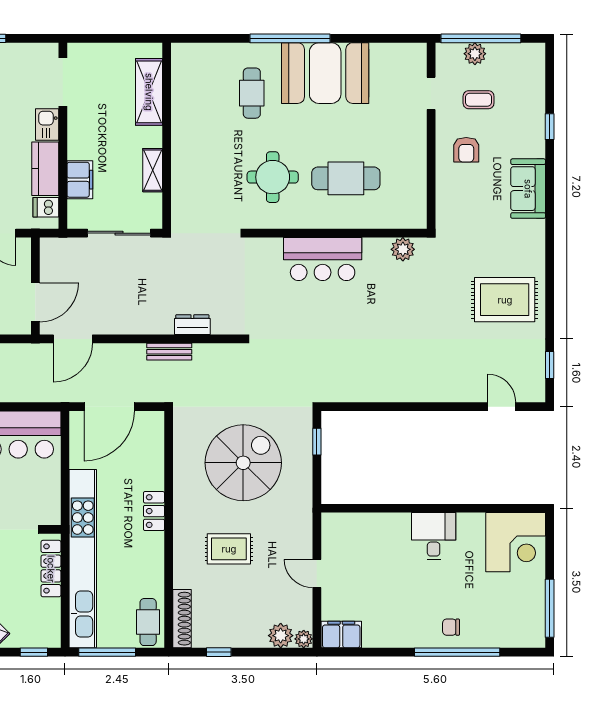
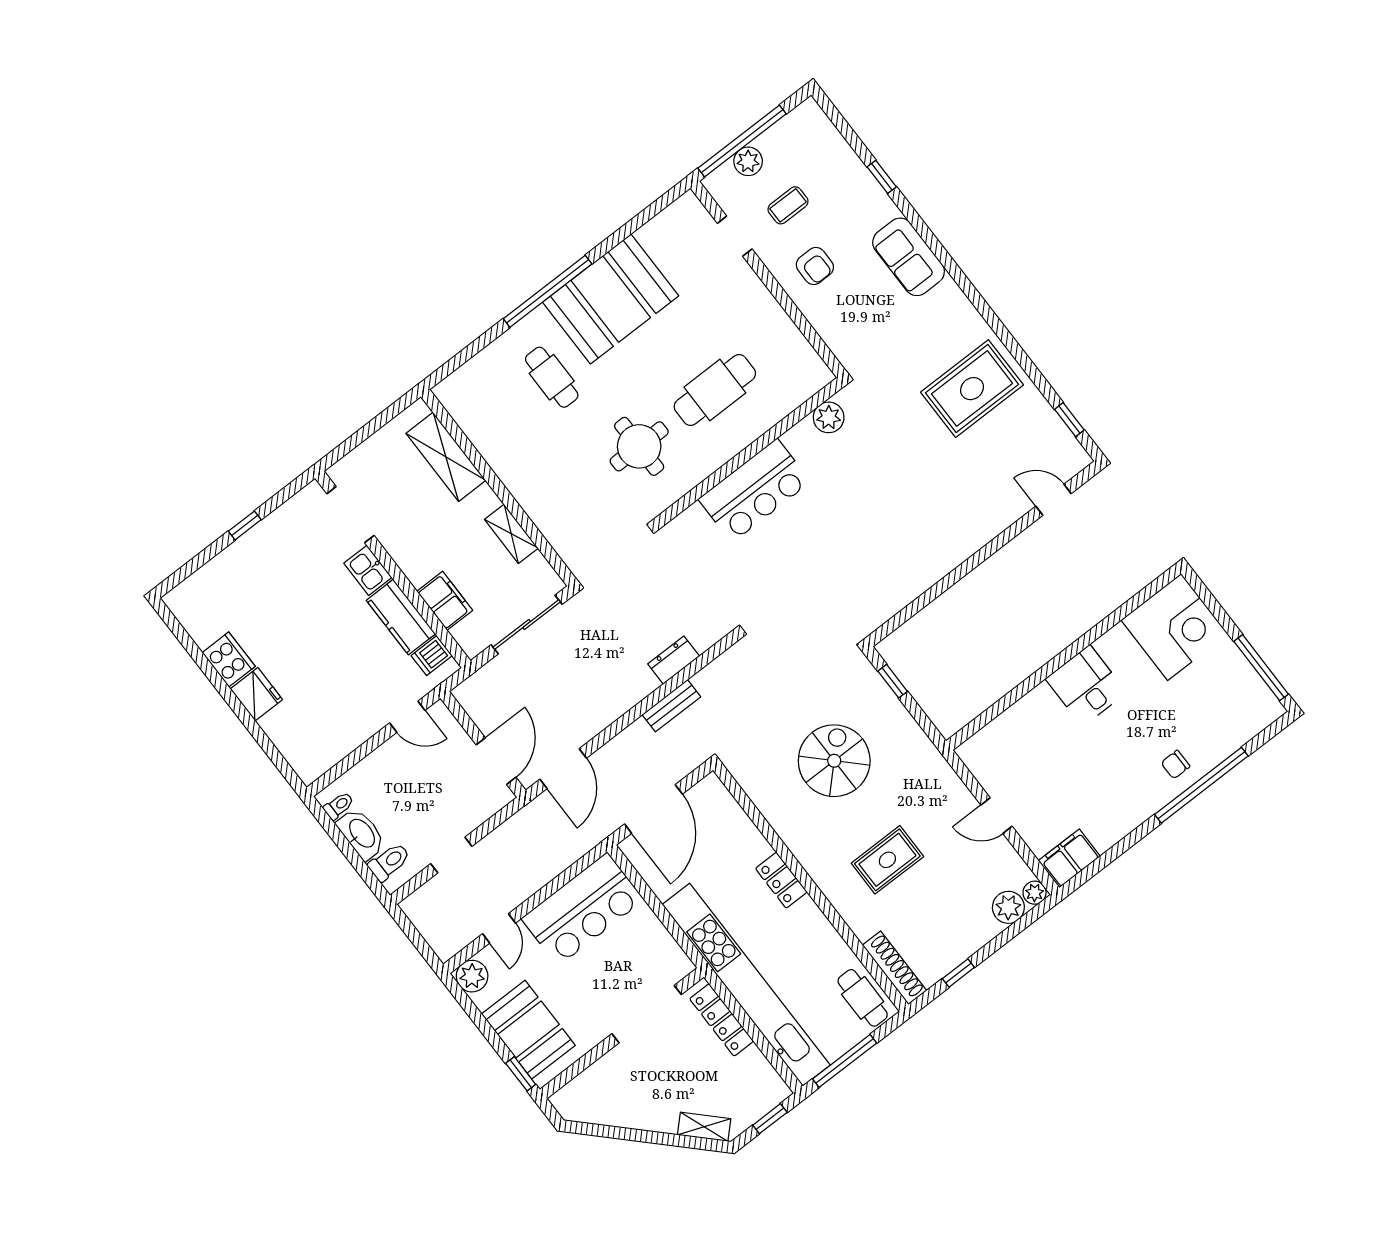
spiral stairs: (243, 463) -> (834, 761), width x0.73, depth x0.73

